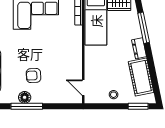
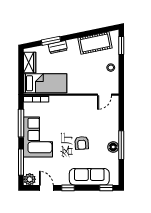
window: (144, 28) -> (51, 41), width x0.69
dresser: (139, 48) -> (58, 47), moved
armchair: (33, 76) -> (82, 143), moved

